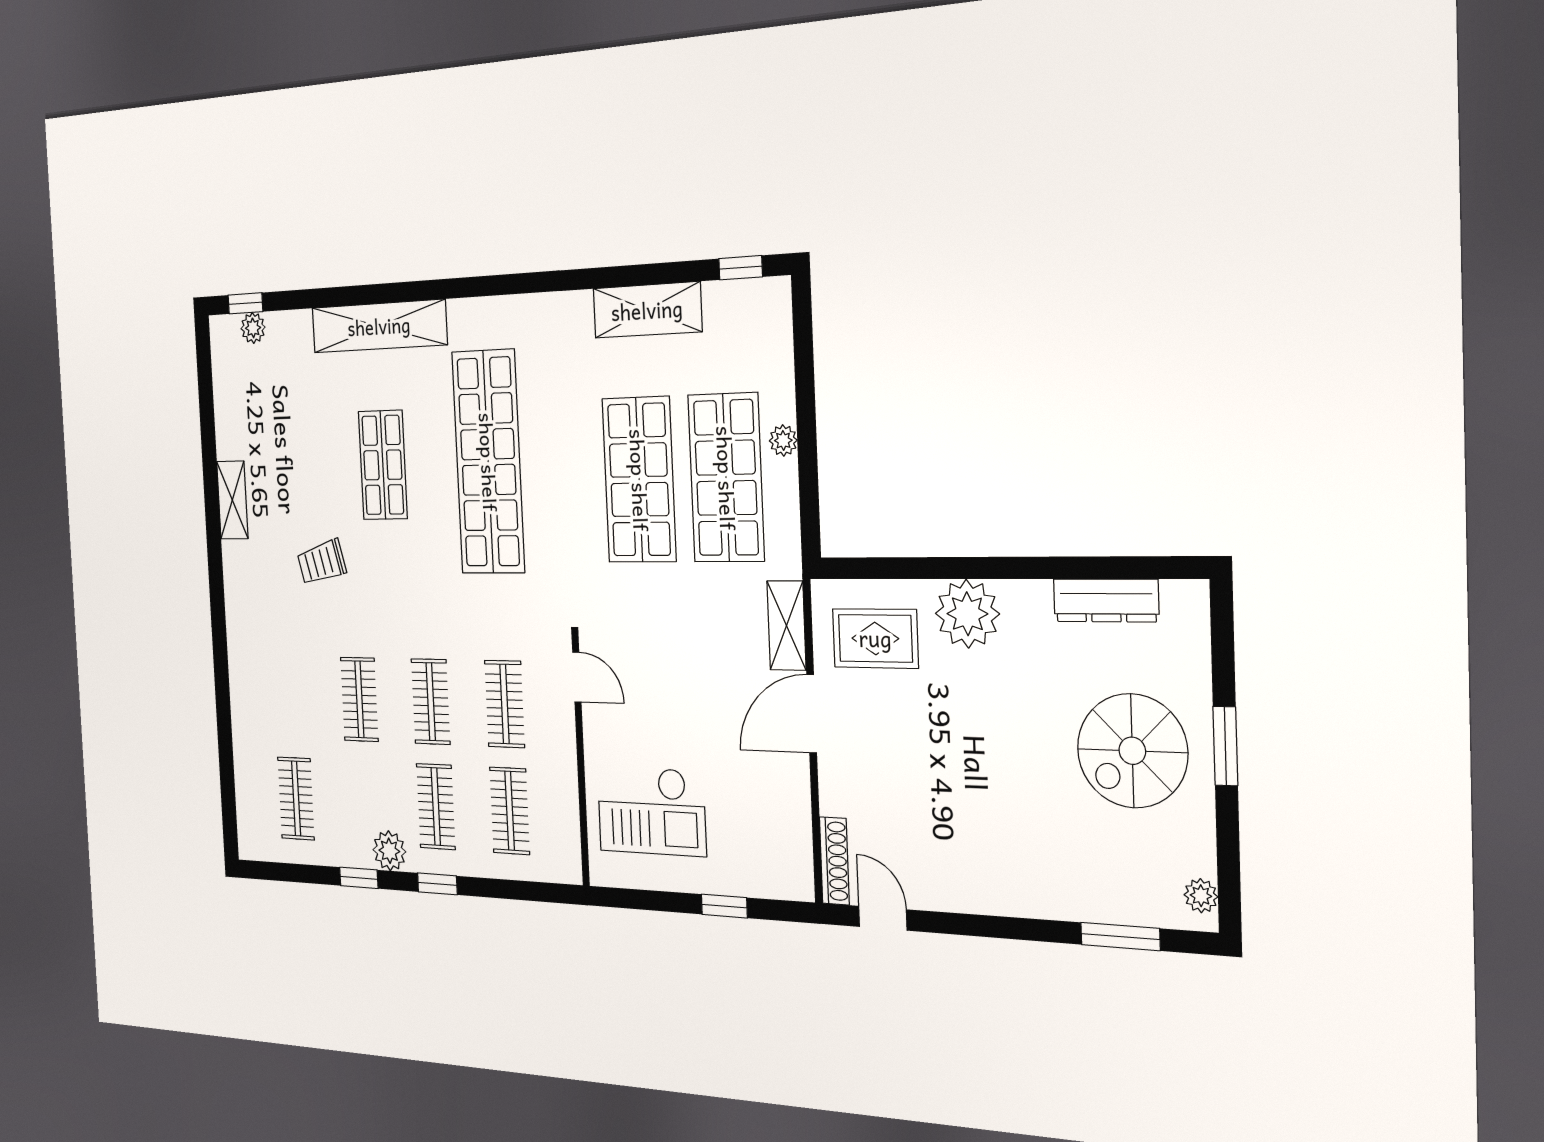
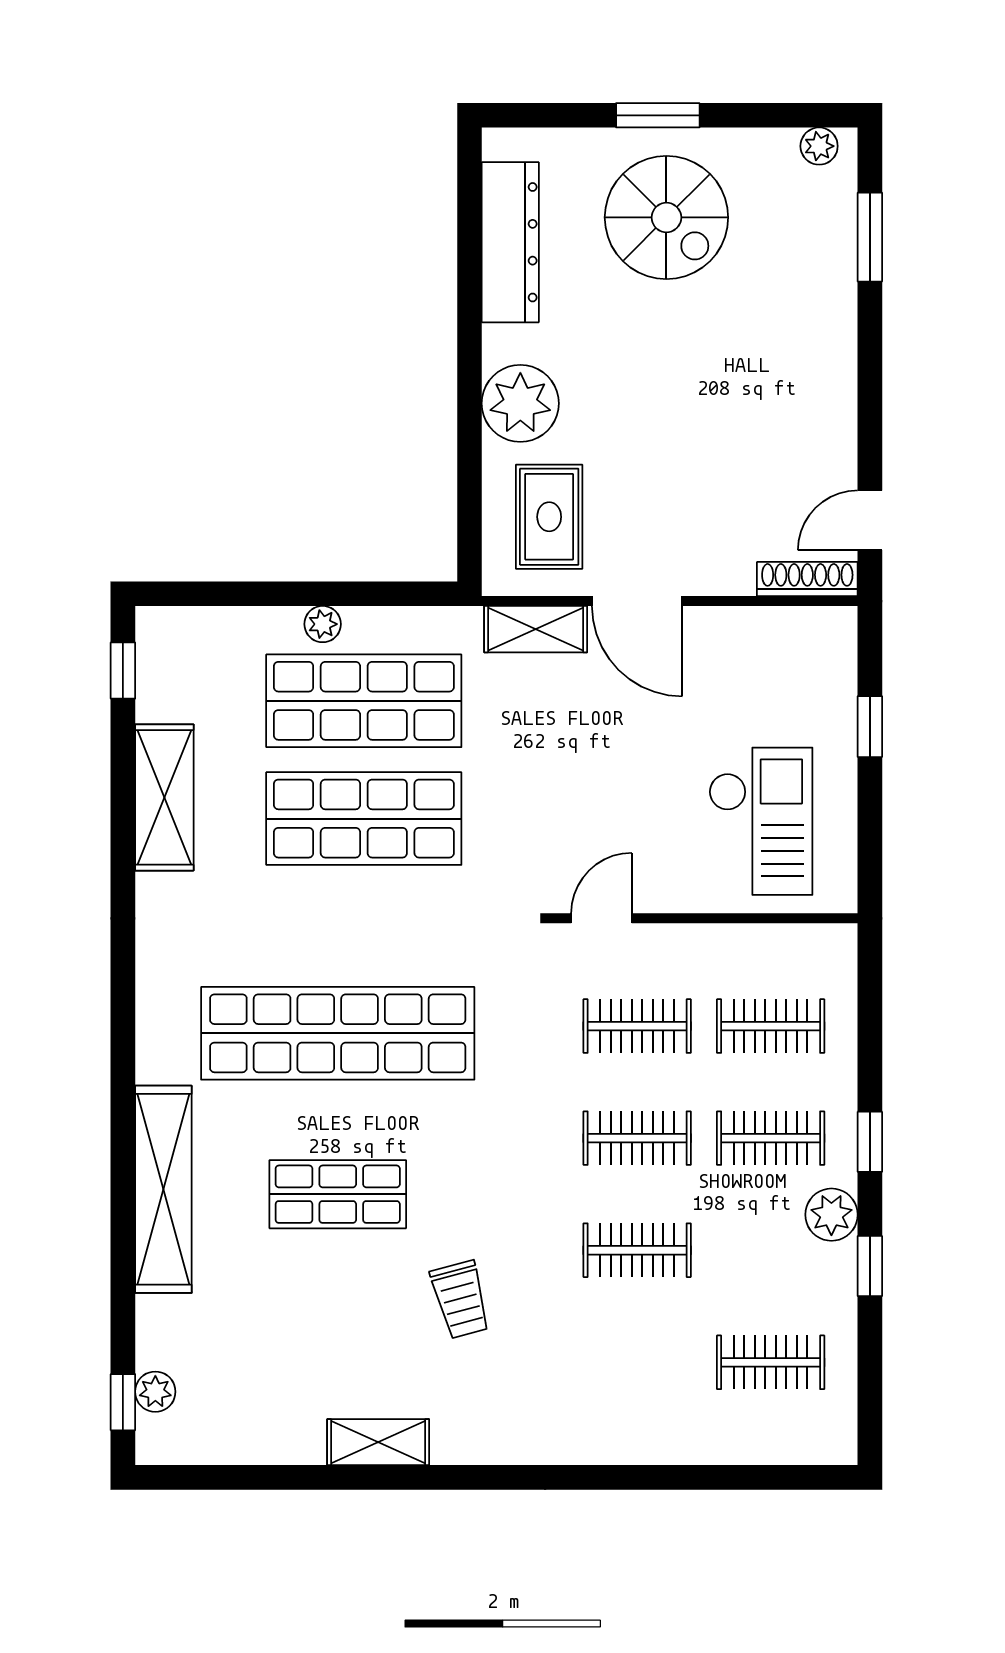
dresser: (1106, 600) -> (510, 242), width x1.37, depth x1.24

